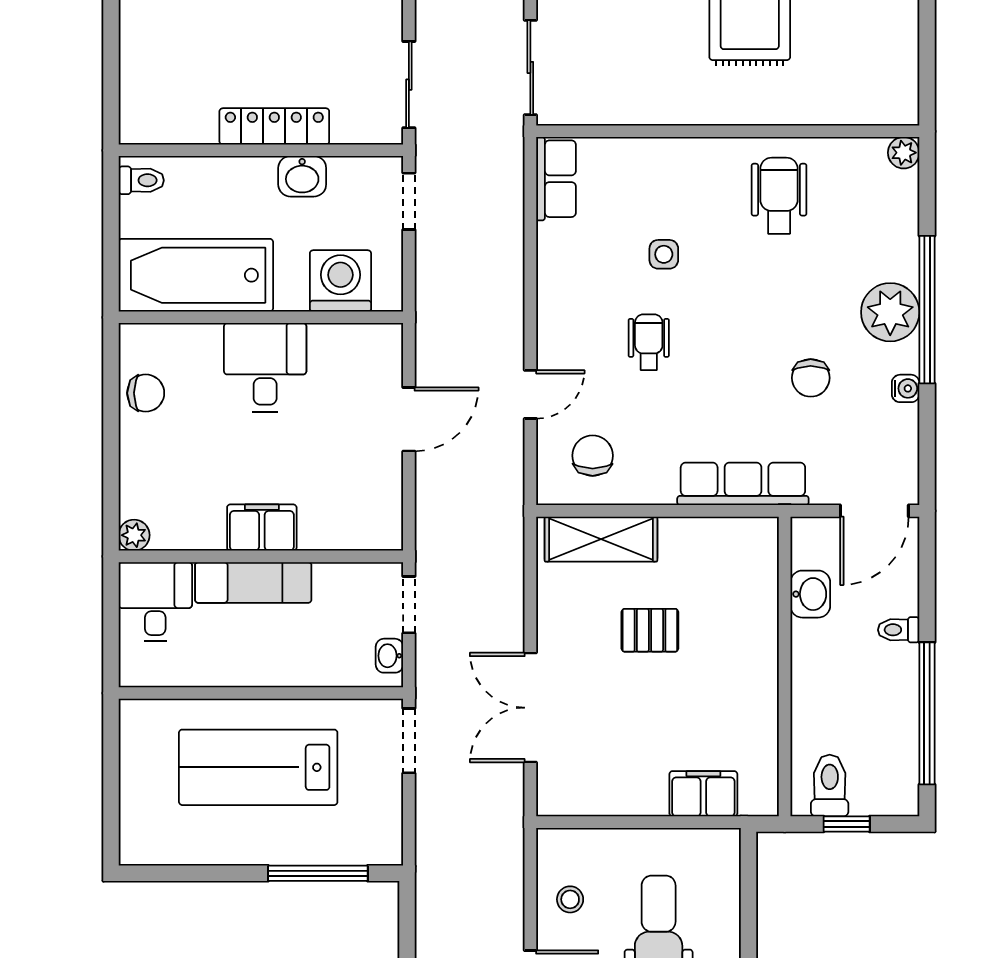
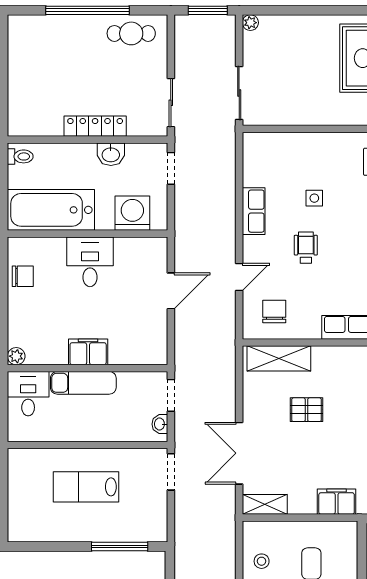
row of seats: (556, 179) -> (254, 211), moved
lab bench: (258, 767) -> (86, 487), width x0.73, depth x0.72
shelving: (576, 799) -> (265, 504), added

